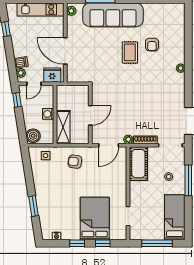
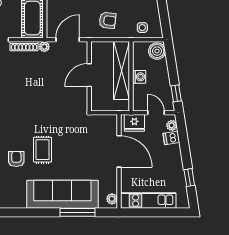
door: (34, 84) -> (156, 113), hinge flipped
shelving: (63, 127) -> (122, 70), width x1.47

